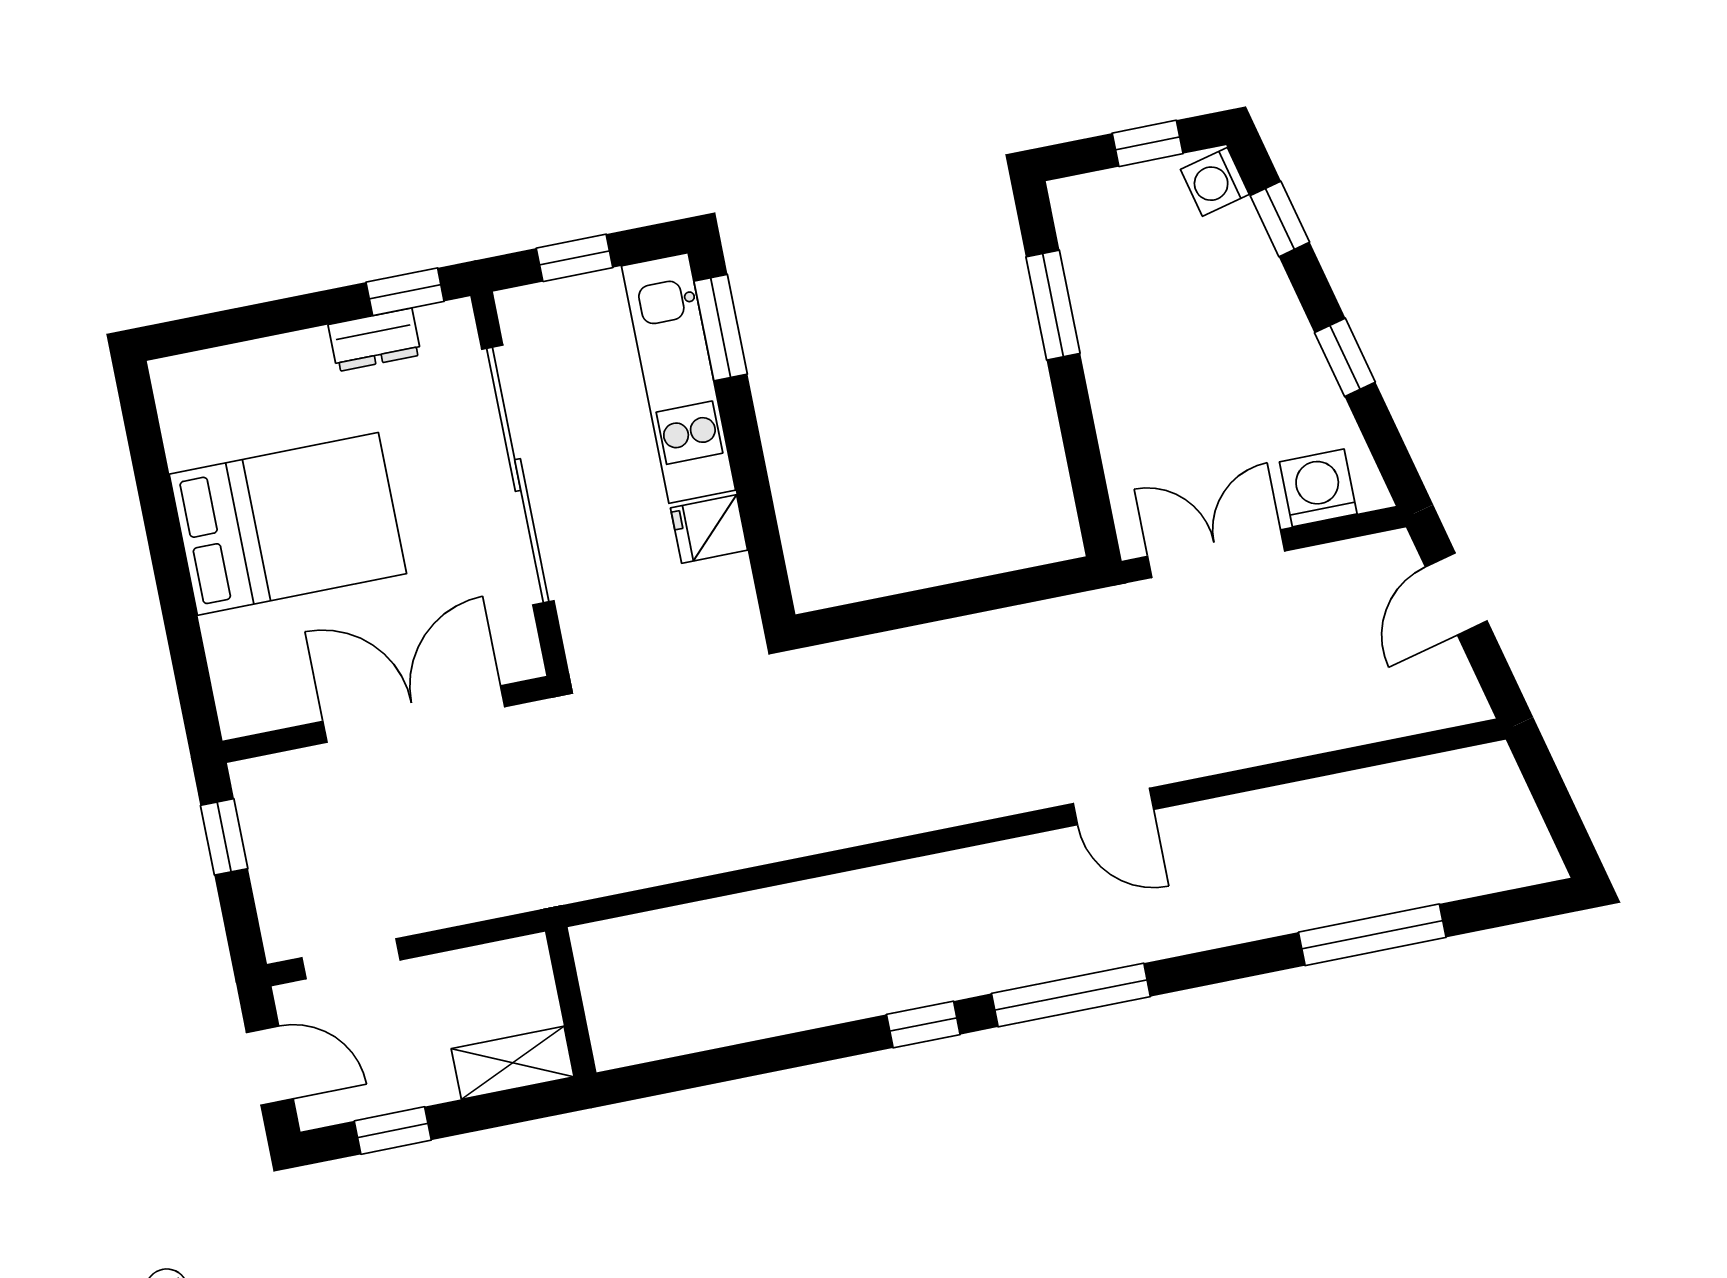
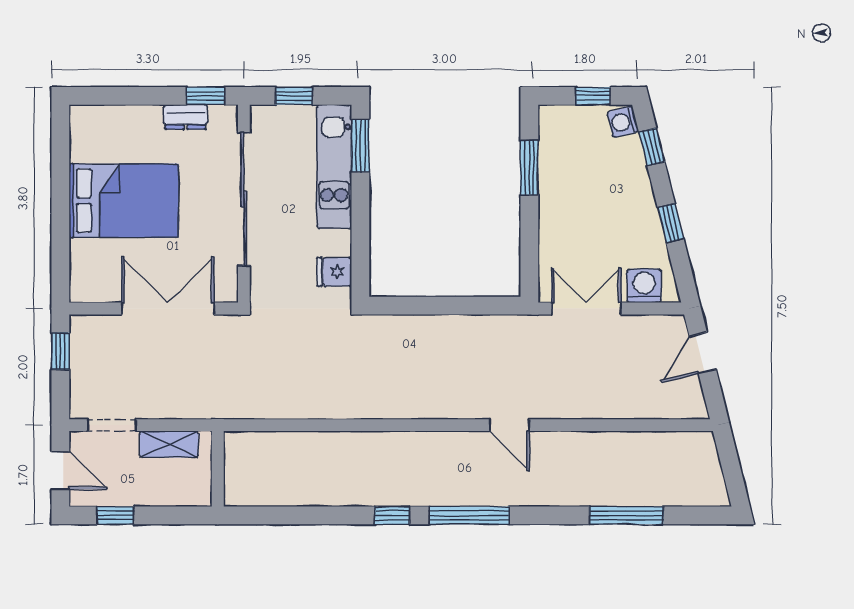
fridge: (709, 529) -> (334, 272), moved
shelving: (513, 1063) -> (169, 444), moved

